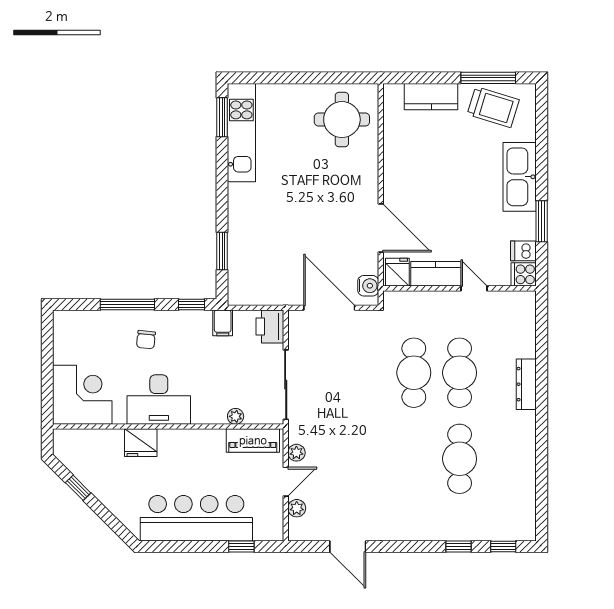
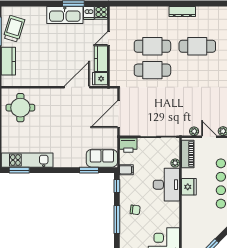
kitchen sink: (520, 177) -> (65, 15), moved
sofa: (245, 276) -> (102, 158), added
water cooler: (368, 286) -> (107, 94), removed
dresser: (526, 384) -> (182, 11), moved
desk: (159, 400) -> (166, 185), moved
fridge: (141, 443) -> (189, 187), moved

